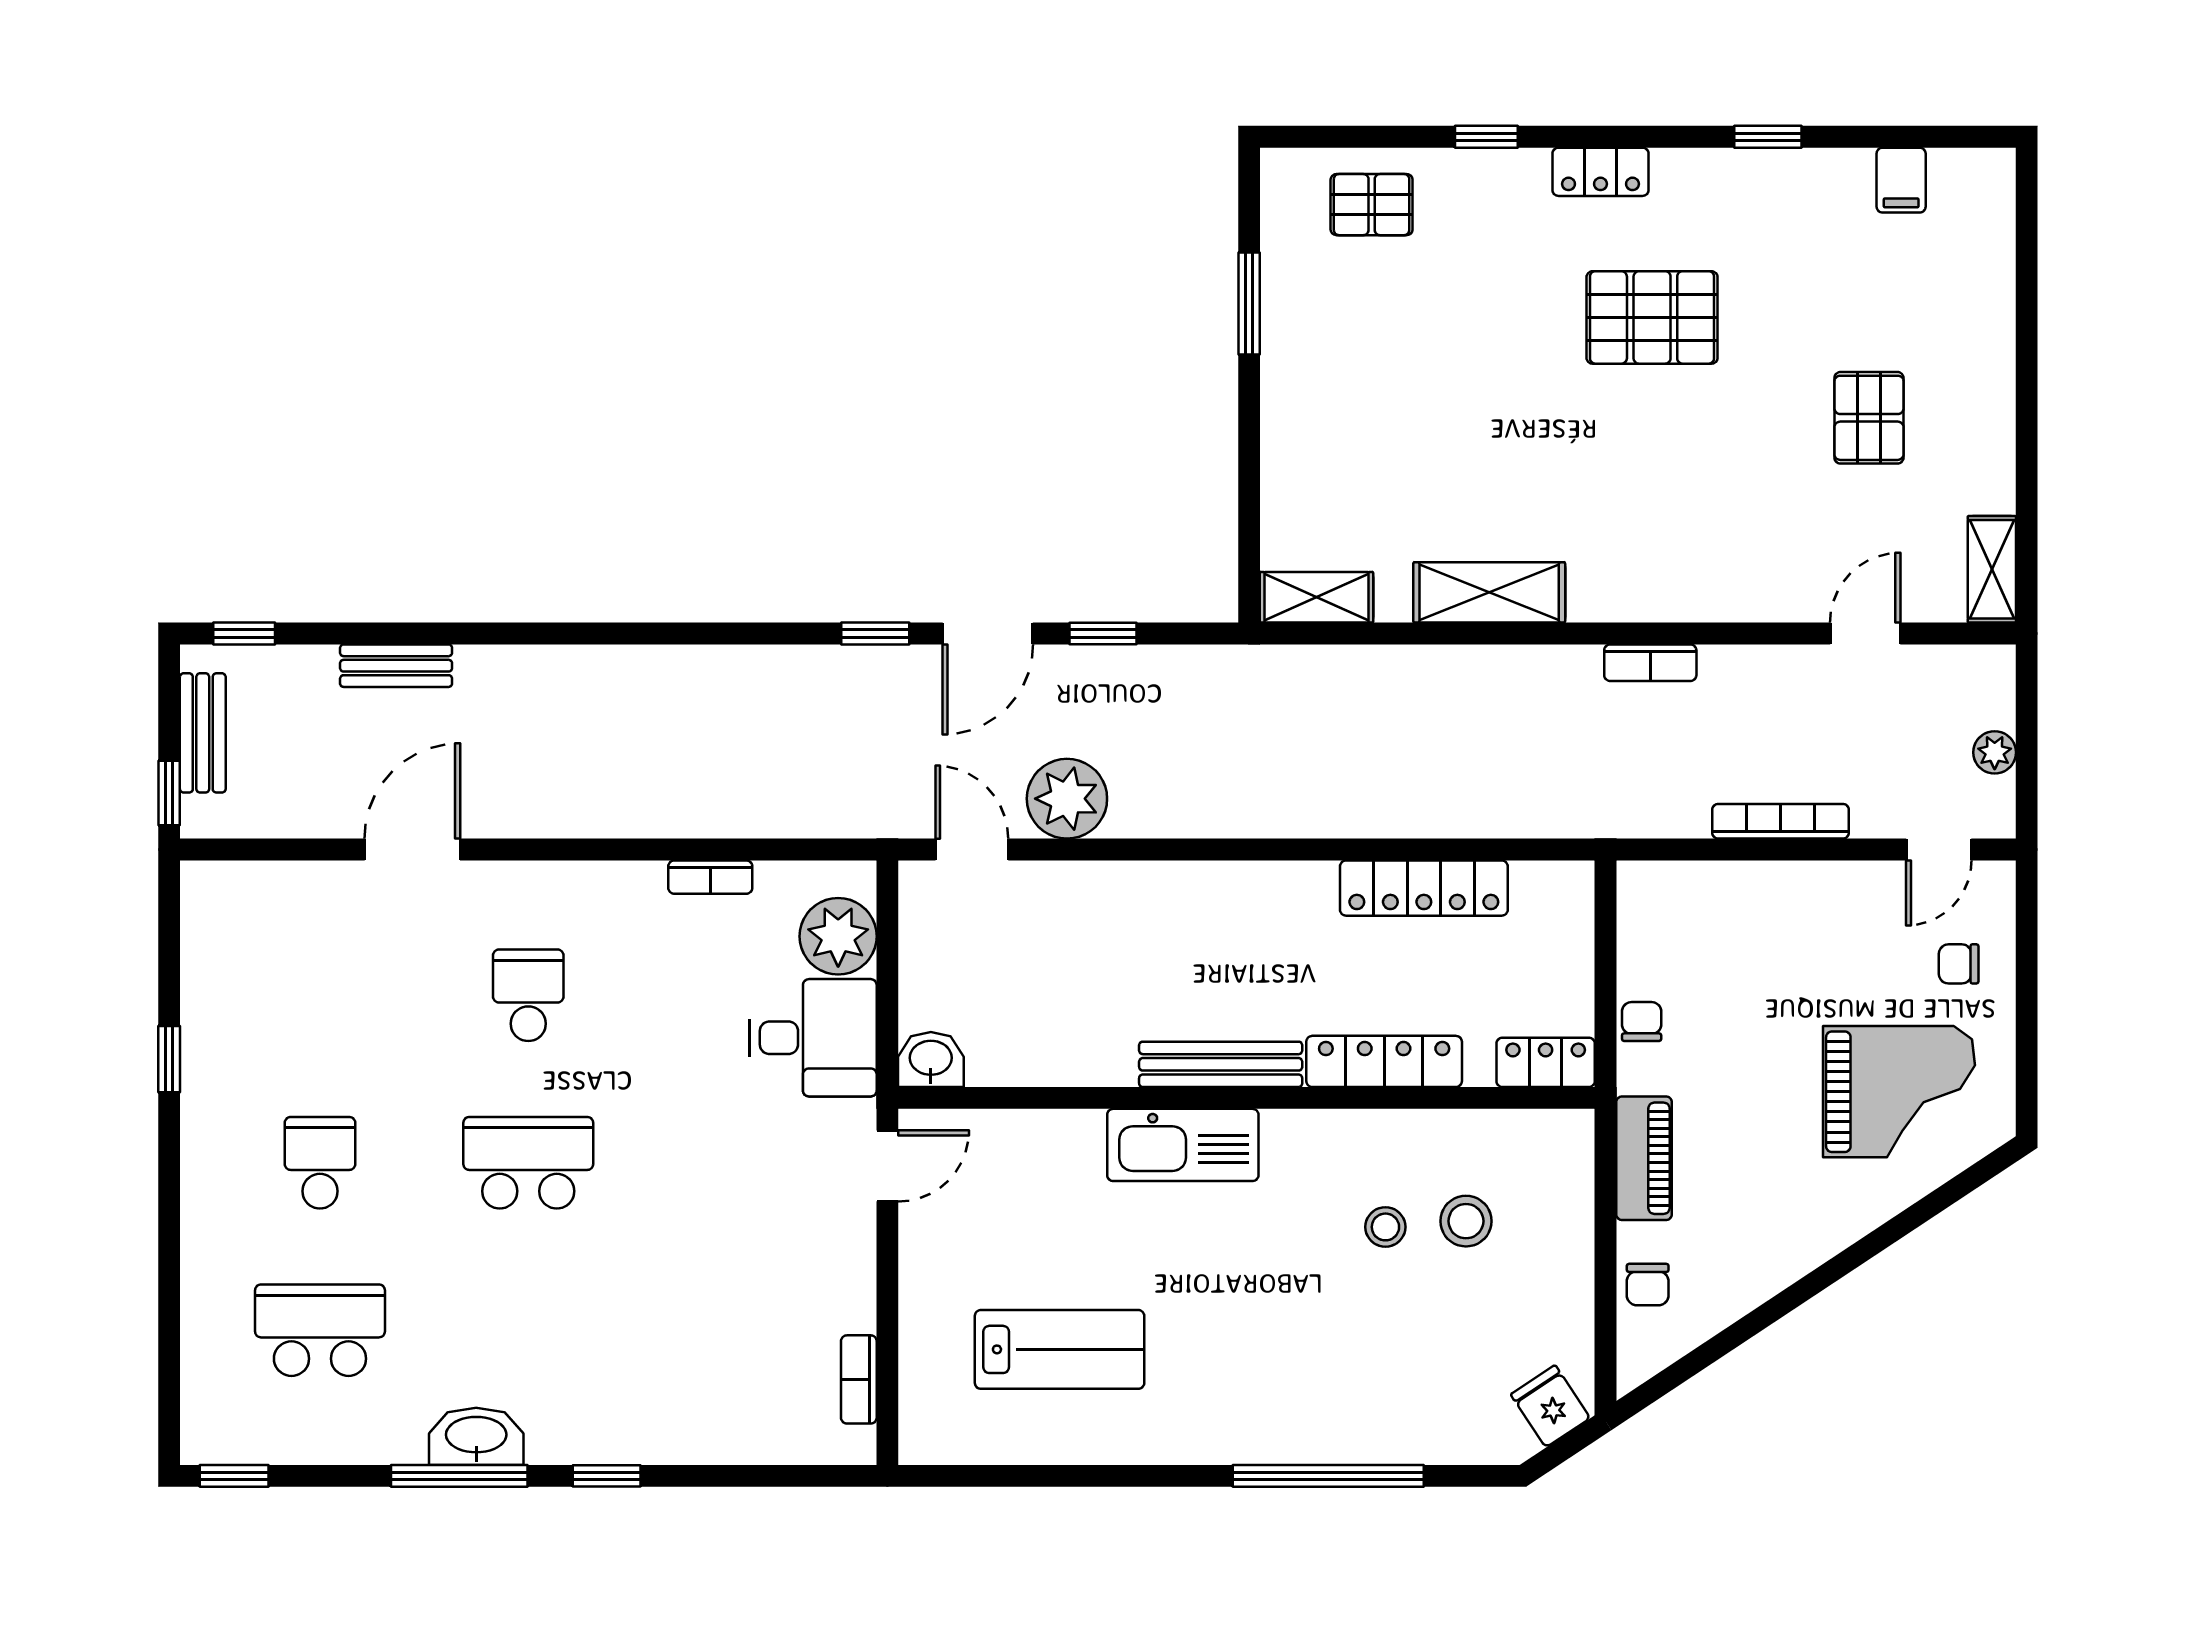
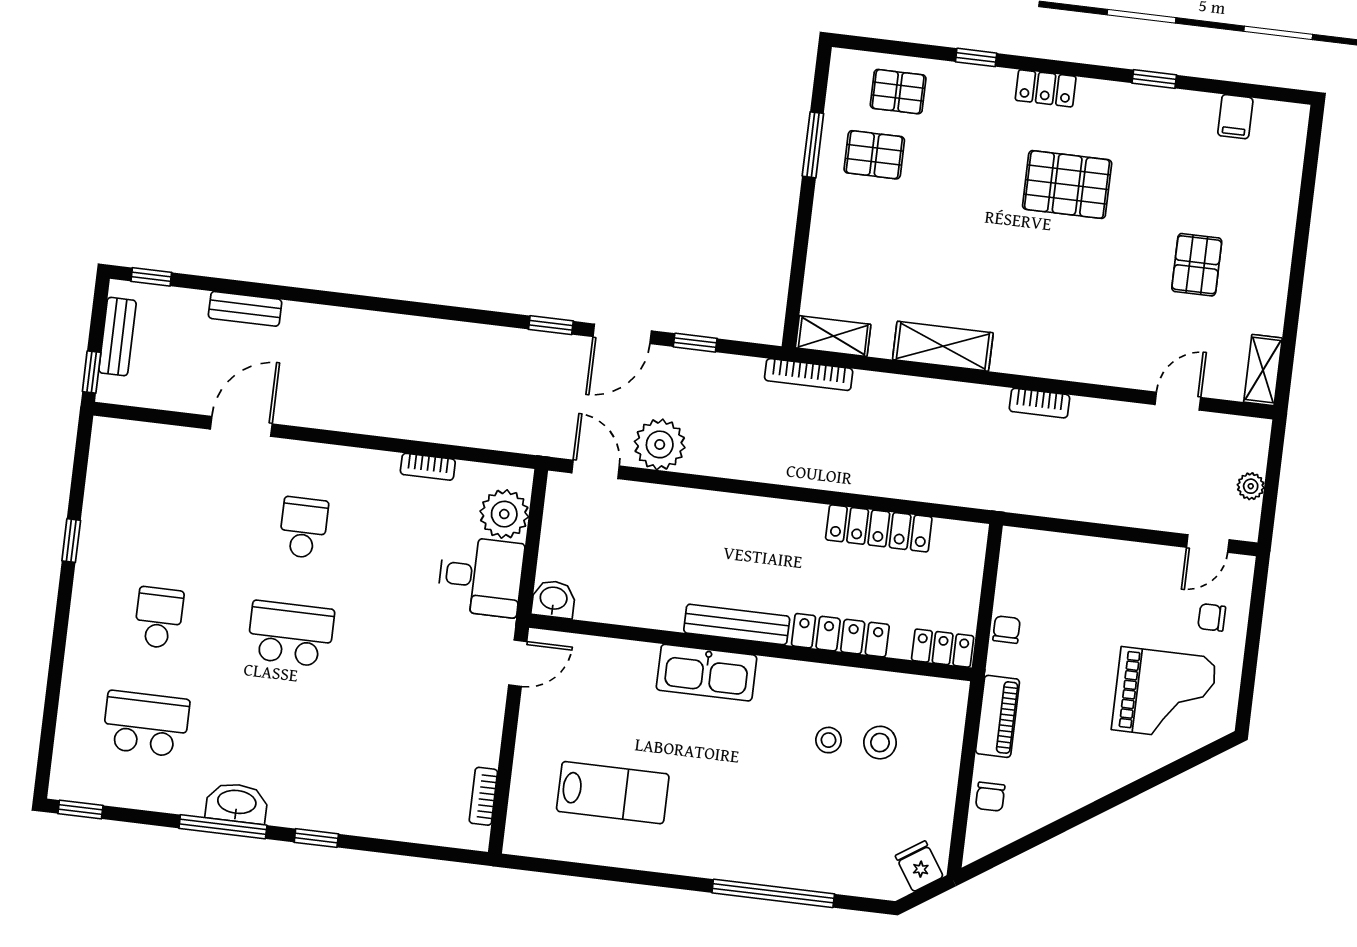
pallet: (1346, 307) -> (874, 155), added
bookcase: (1781, 821) -> (809, 375), moved, turned 180

